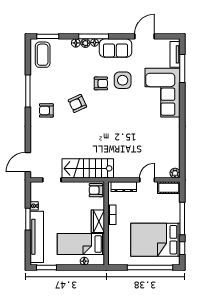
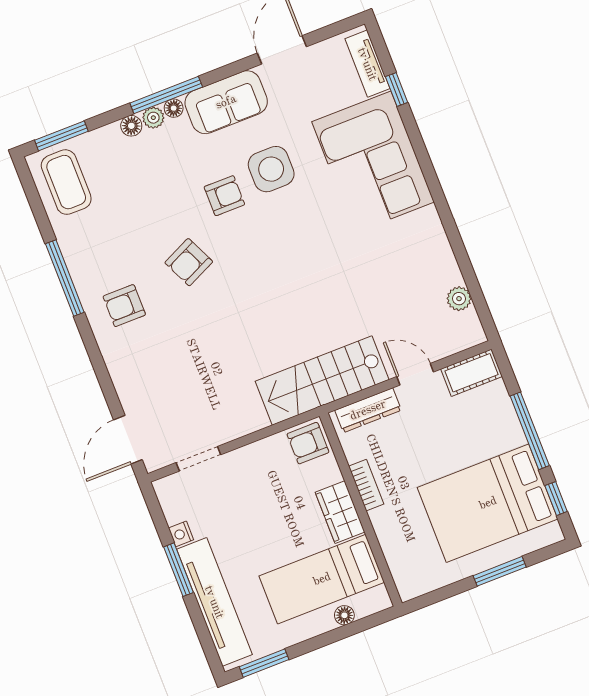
window: (182, 69) -> (397, 89), width x0.46
stairs: (88, 168) -> (322, 381), moved
plant: (175, 173) -> (459, 299), moved
door: (147, 180) -> (415, 374), hinge flipped
window: (150, 267) -> (500, 571), width x0.47

